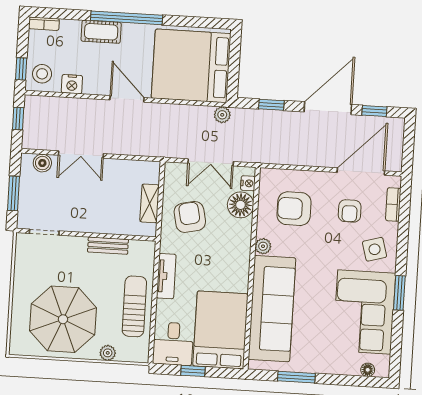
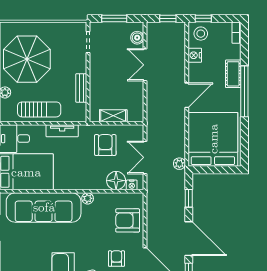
armchair: (294, 209) -> (128, 220), moved, turned -90
armchair: (350, 211) -> (116, 259), turned 90
armchair: (190, 217) -> (105, 145), turned -78

